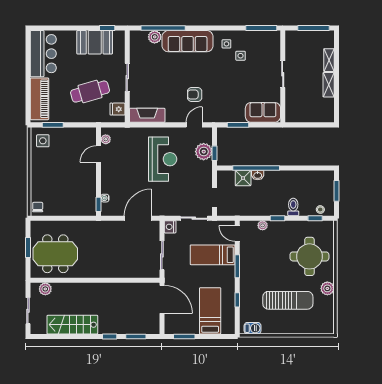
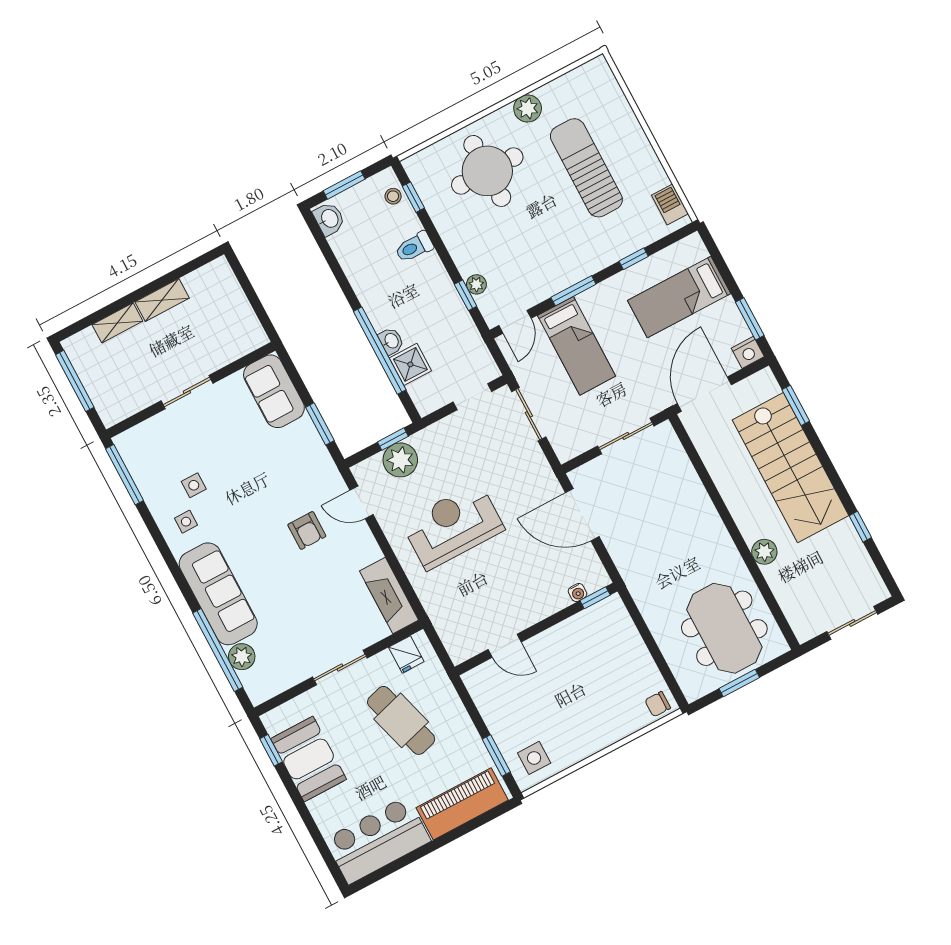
plant: (106, 139) -> (472, 647), removed
washbasin: (325, 176) -> (329, 219), added
window: (278, 218) -> (466, 295), moved
nightstand: (170, 227) -> (748, 352), moved
plant: (45, 289) -> (764, 552), moved
stairs: (72, 325) -> (791, 468), moved, width x1.36, depth x1.51
window: (110, 337) -> (860, 527), moved

